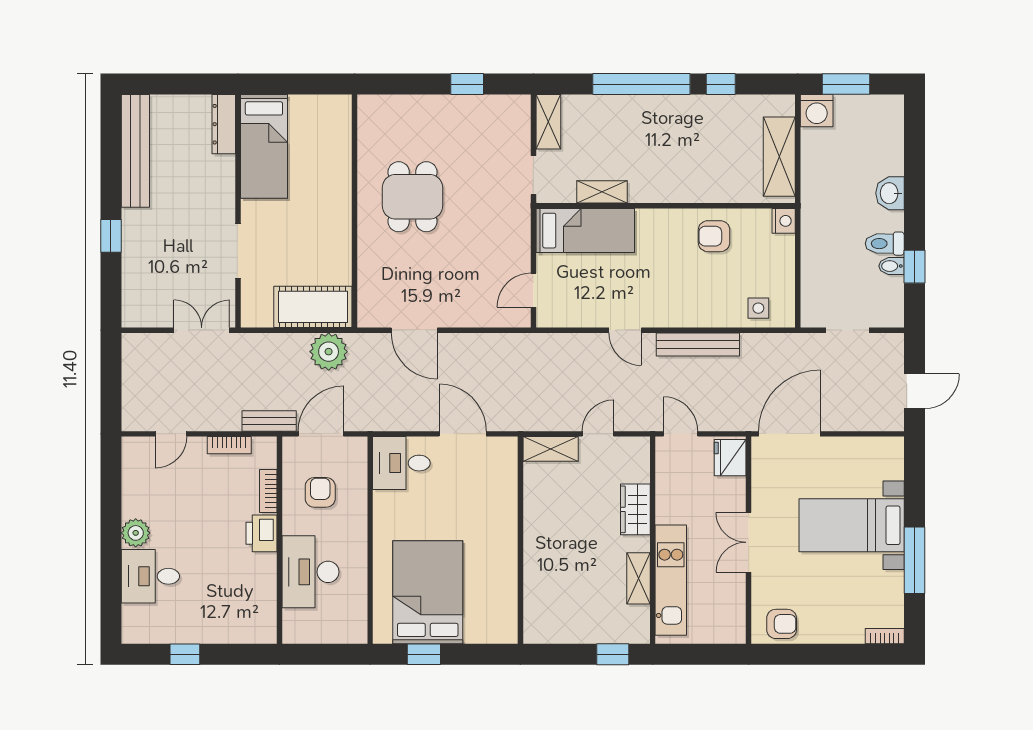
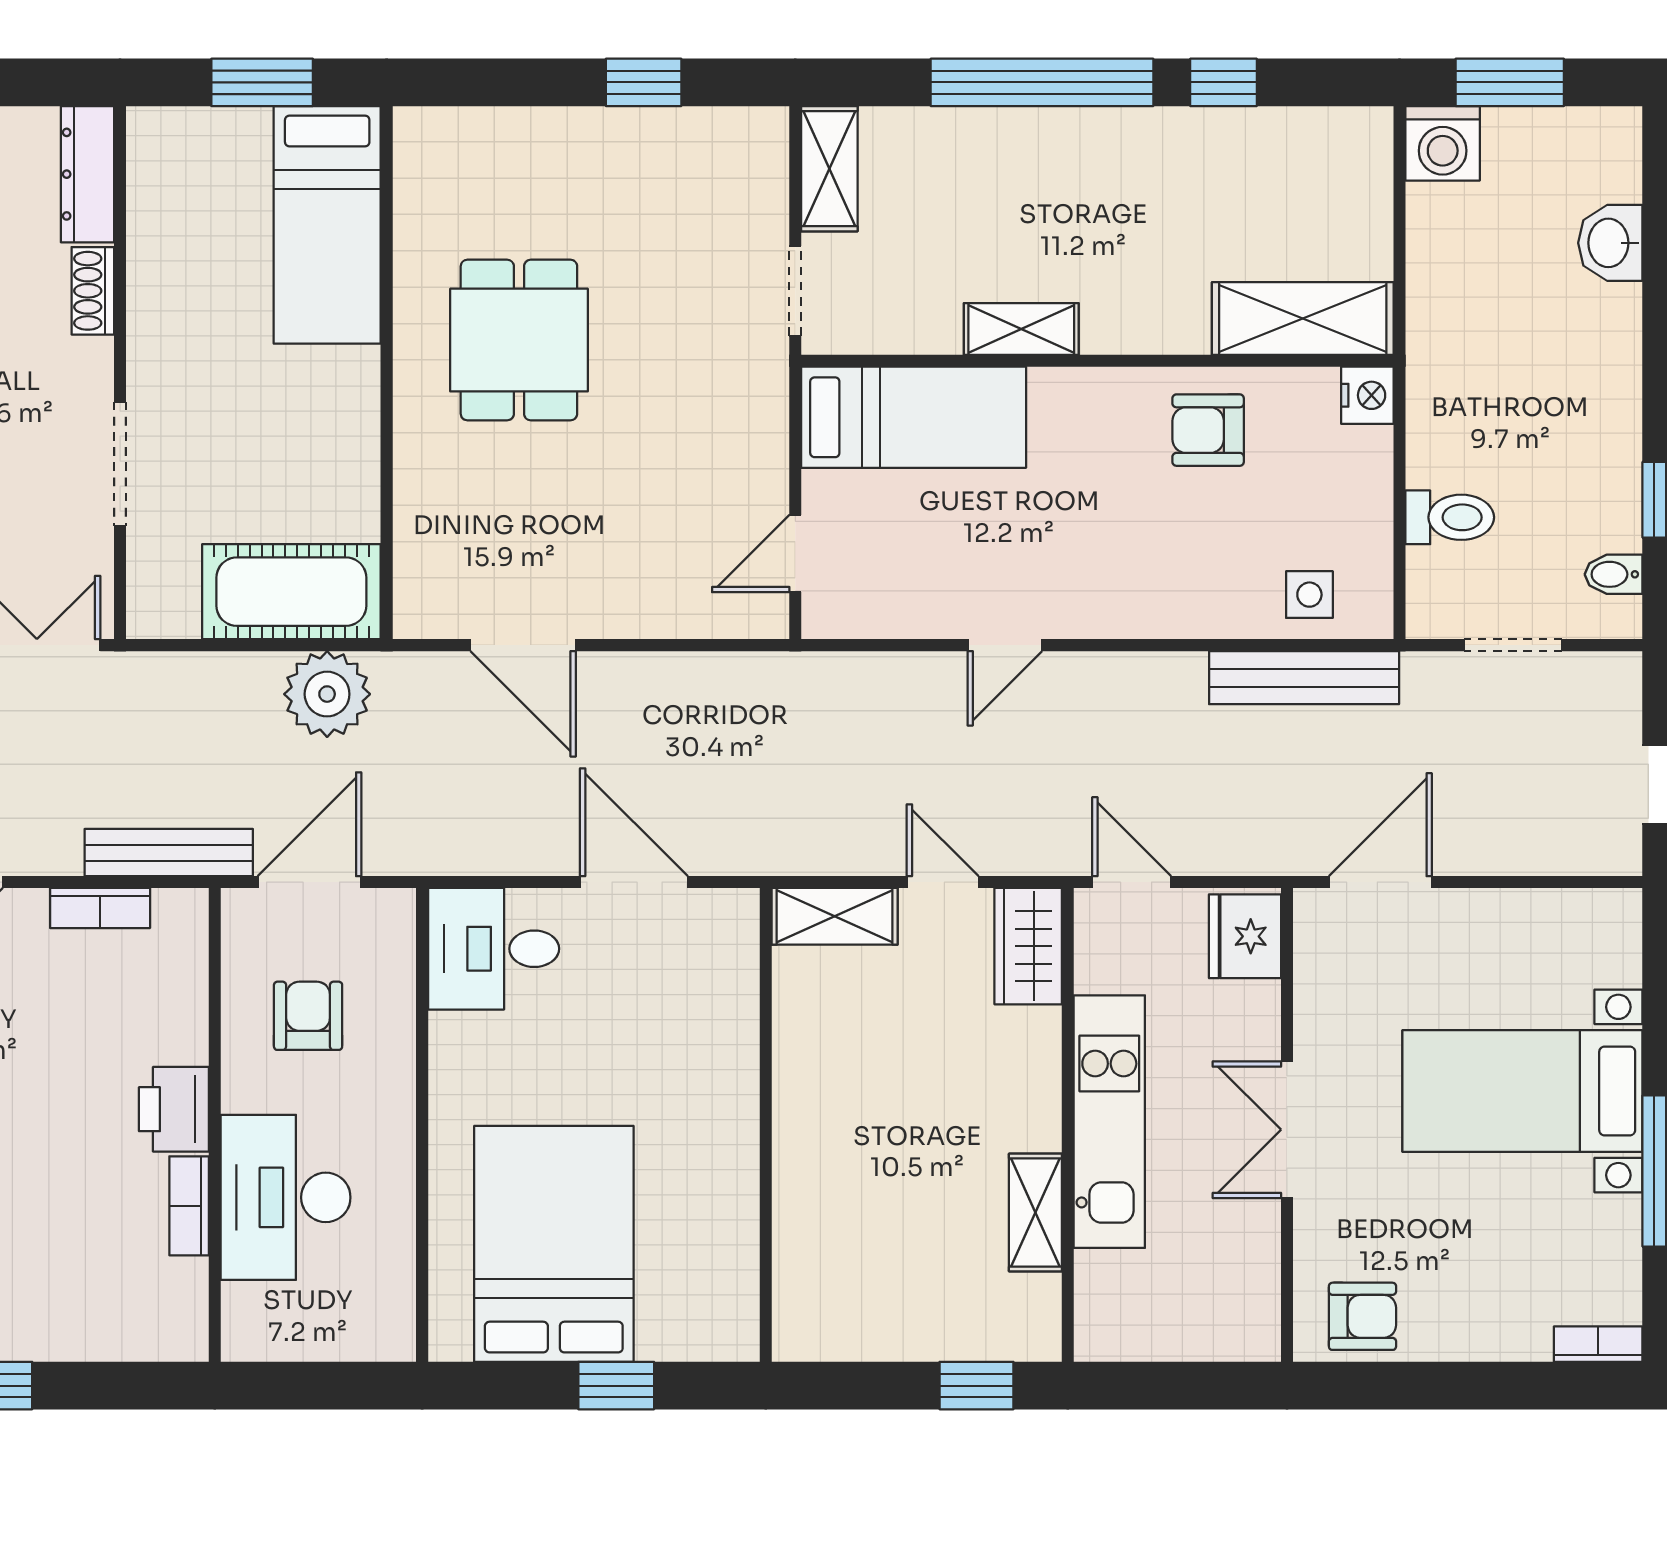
window: (300, 84) -> (262, 82), added
bed: (264, 146) -> (327, 225), moved
shelving: (779, 157) -> (1303, 319), moved, turned 90
shoe rack: (226, 175) -> (93, 291), added
shelving: (602, 192) -> (1021, 329), moved
washbasin: (890, 193) -> (1610, 243), moved
toilet: (885, 244) -> (1450, 517), moved, turned 180
bidet: (891, 266) -> (1614, 574), moved
door: (625, 330) -> (1005, 645), hinge flipped
bench: (698, 344) -> (1304, 678), moved
bench: (269, 421) -> (169, 853), width x1.36
door: (598, 434) -> (943, 882), hinge flipped
door: (789, 434) -> (1380, 882), width x0.73
bookcase: (268, 491) -> (189, 1206), moved
wardrobe: (635, 509) -> (1028, 946), moved
kitchen unit: (671, 580) -> (1109, 1122), moved
window: (424, 654) -> (616, 1386), moved

